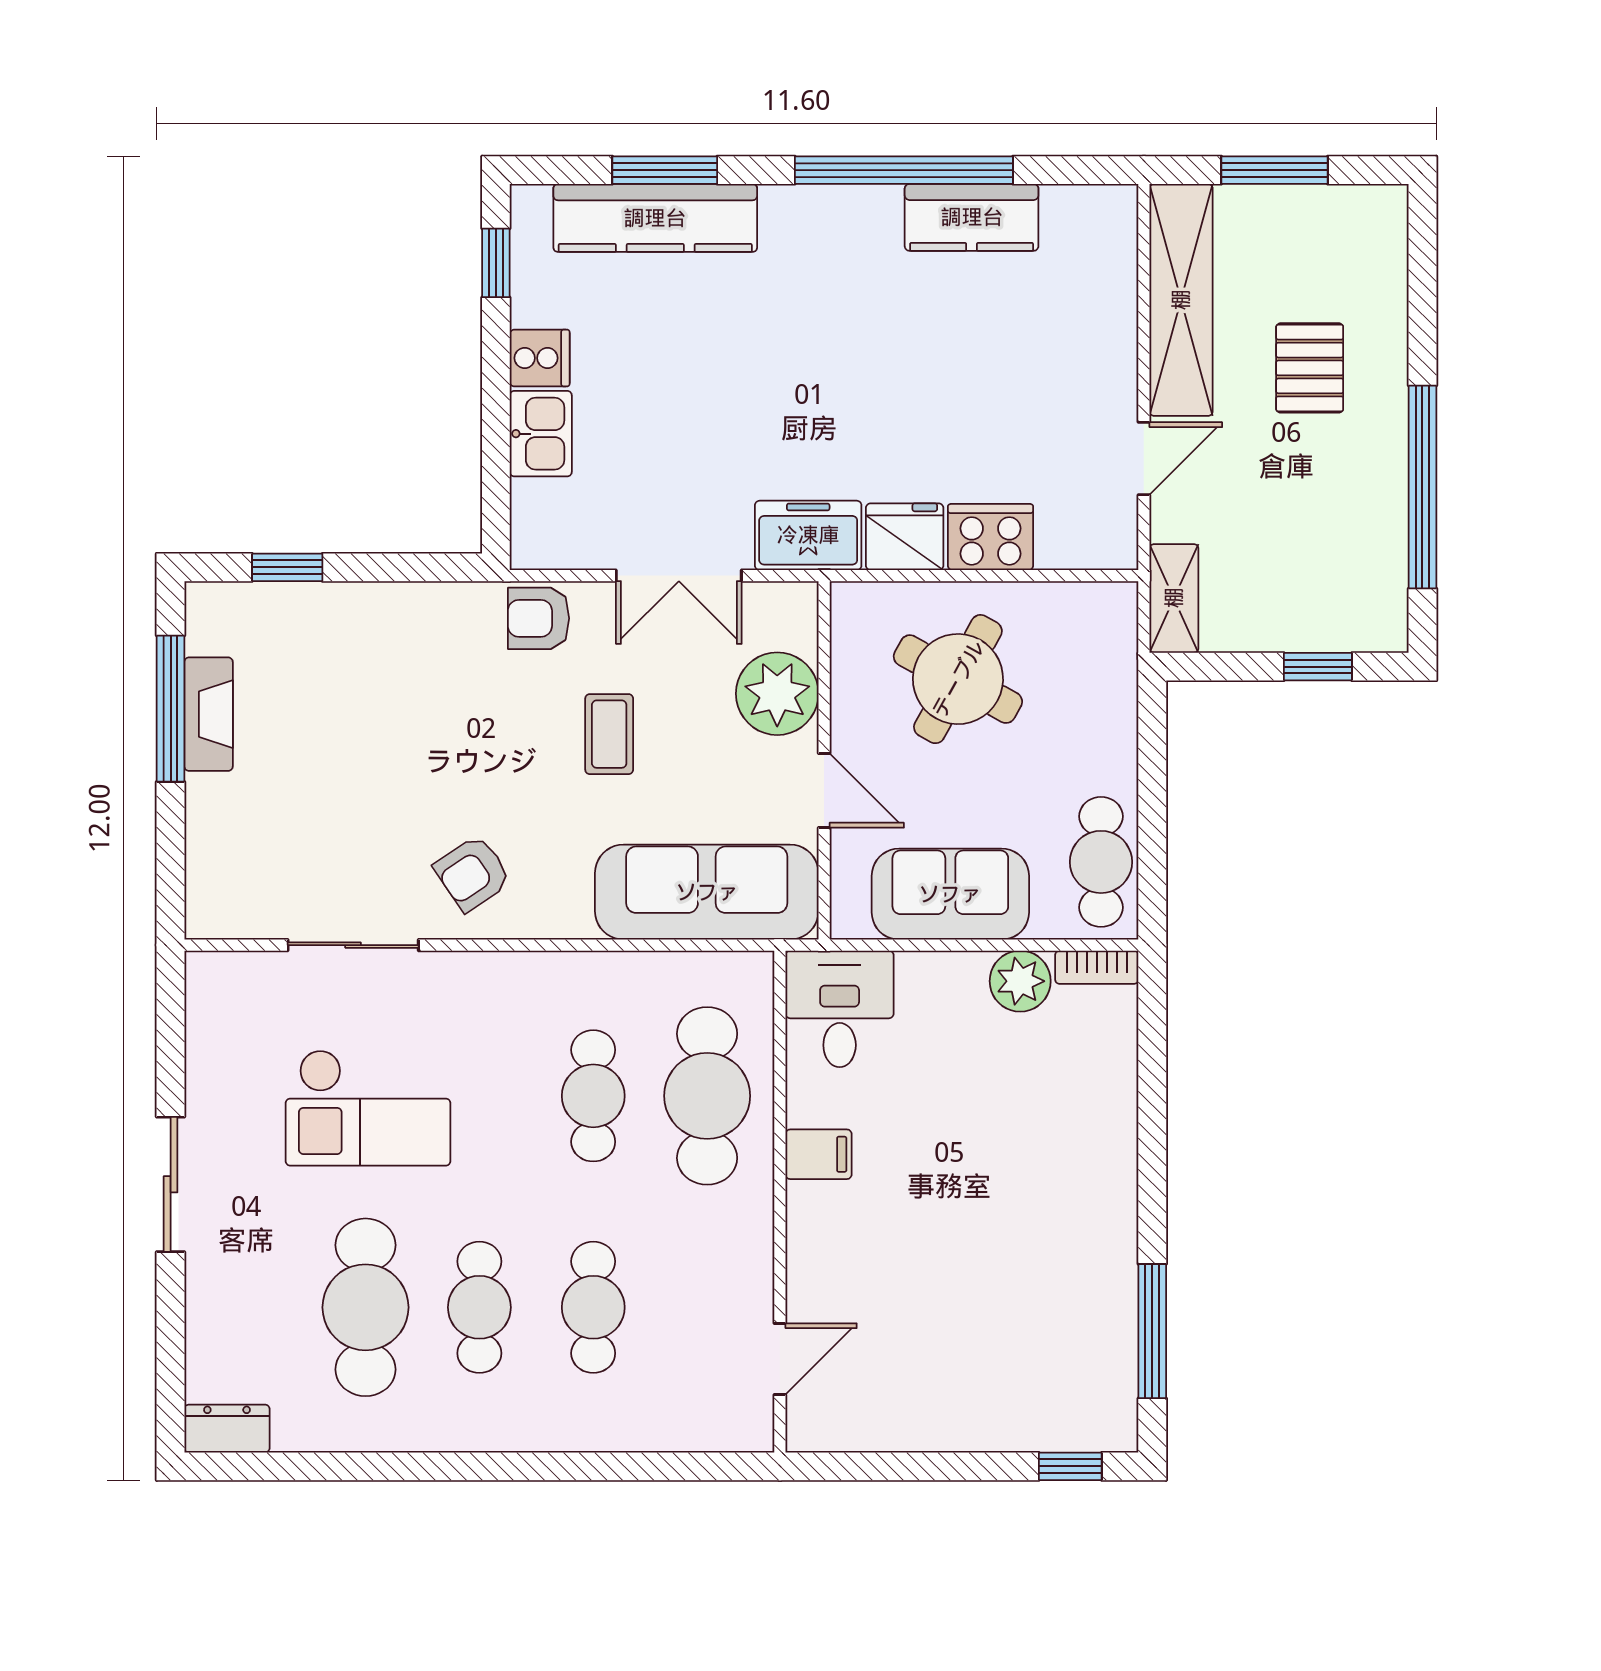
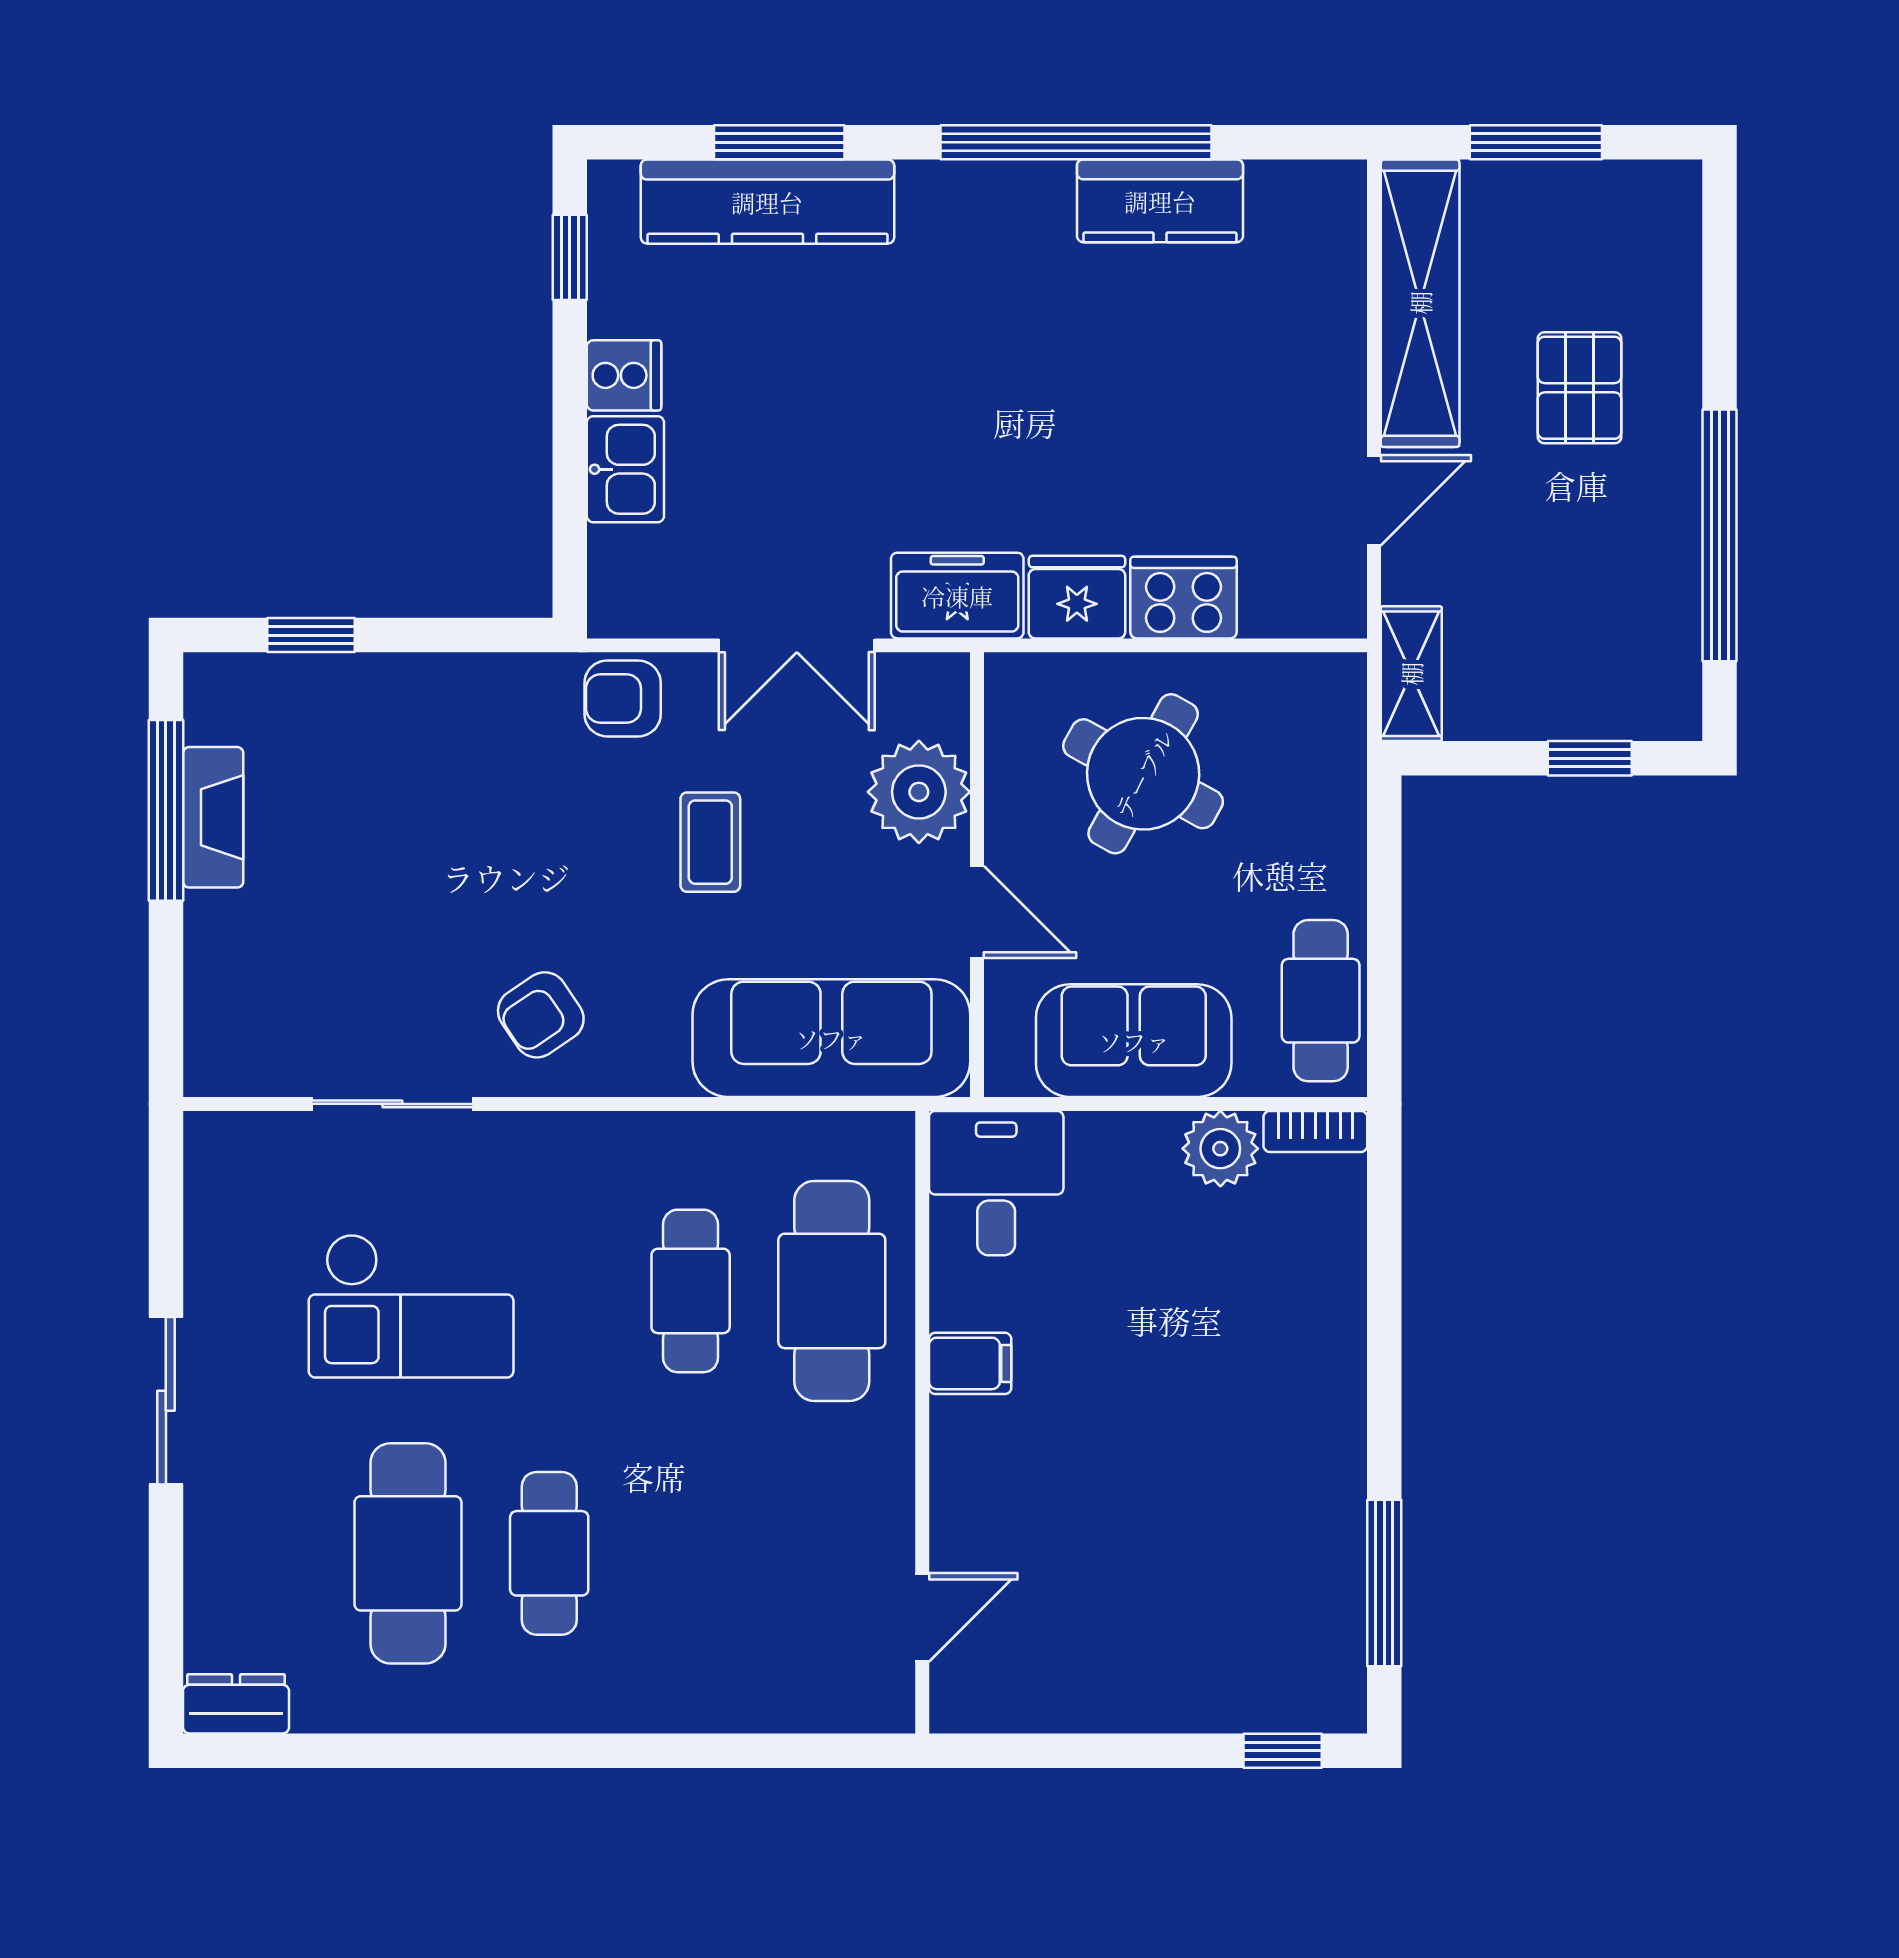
cafe table: (593, 1307) -> (691, 1553), removed

